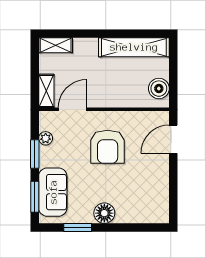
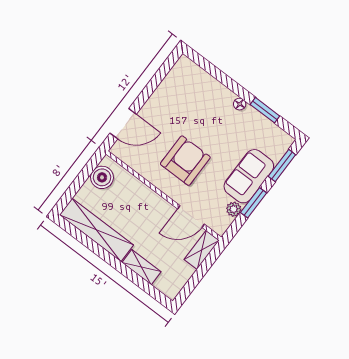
shelving: (56, 45) -> (142, 267), moved
sofa: (53, 192) -> (249, 176), moved
floor lamp: (104, 213) -> (240, 104), width x0.53, depth x0.53

